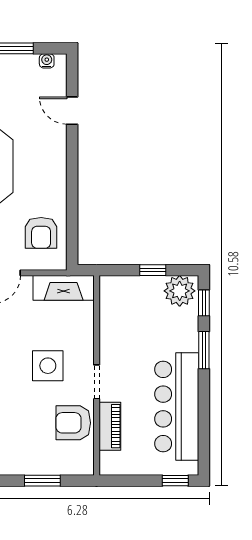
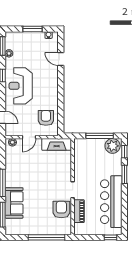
armchair: (41, 233) -> (46, 118), turned 180
window: (153, 270) -> (100, 136), width x2.17
side table: (48, 366) -> (49, 182), removed
armchair: (73, 423) -> (61, 209), turned 90
window: (42, 481) -> (46, 237), width x2.11

